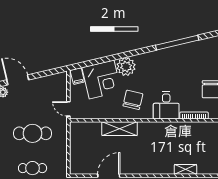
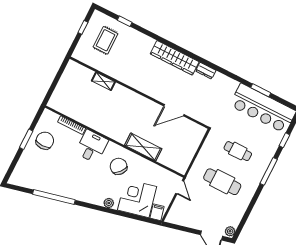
plant: (126, 67) -> (109, 203), width x0.53, depth x0.53
chair: (133, 100) -> (119, 166), turned 117

